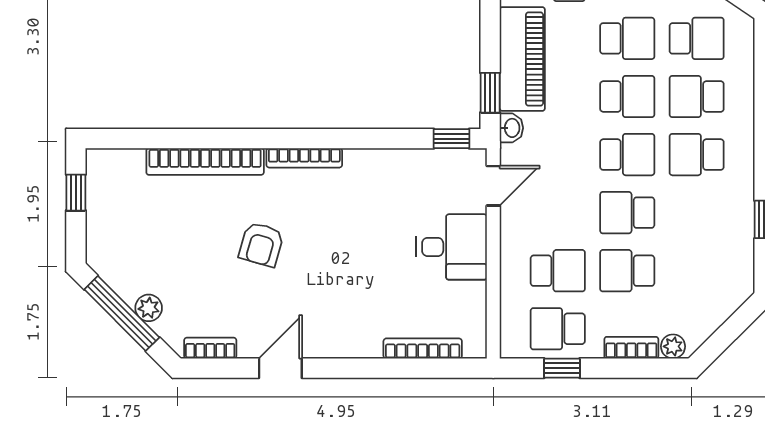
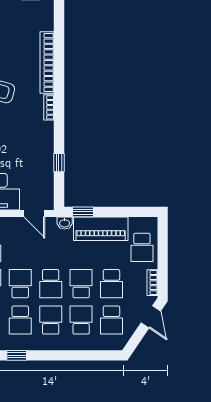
school desk: (627, 96) -> (81, 284), turned 180
window: (451, 139) -> (59, 163), moved
bookcase: (304, 158) -> (49, 107), width x0.64
school desk: (697, 213) -> (20, 320), added

